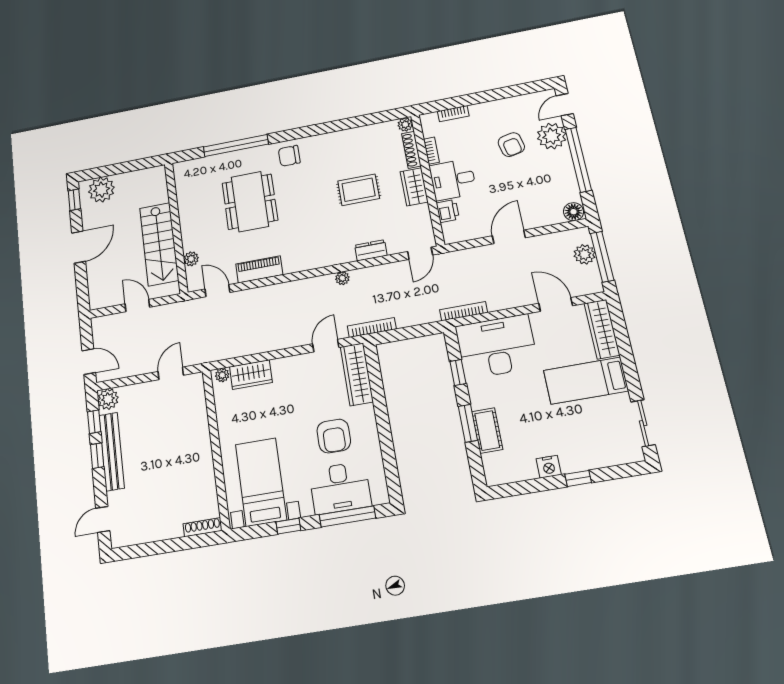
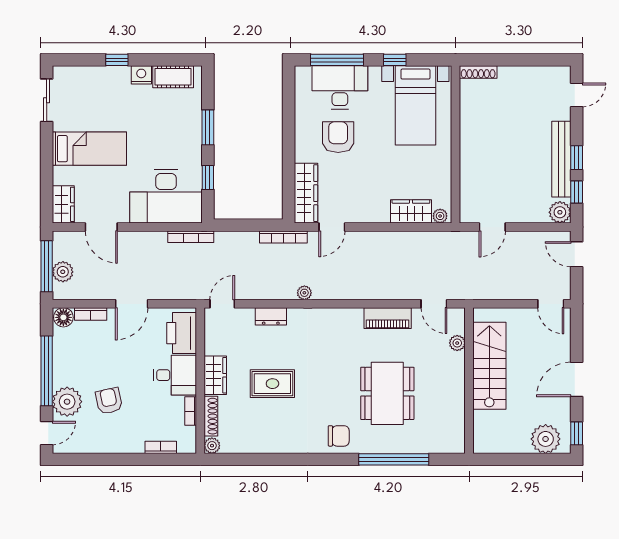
printer: (448, 211) -> (182, 333), width x1.87, depth x1.48
bookcase: (547, 220) -> (91, 314), added
door: (137, 305) -> (551, 304), moved
wardrobe: (602, 329) -> (63, 204), width x0.67
cot: (487, 431) -> (173, 77), moved, turned 90

